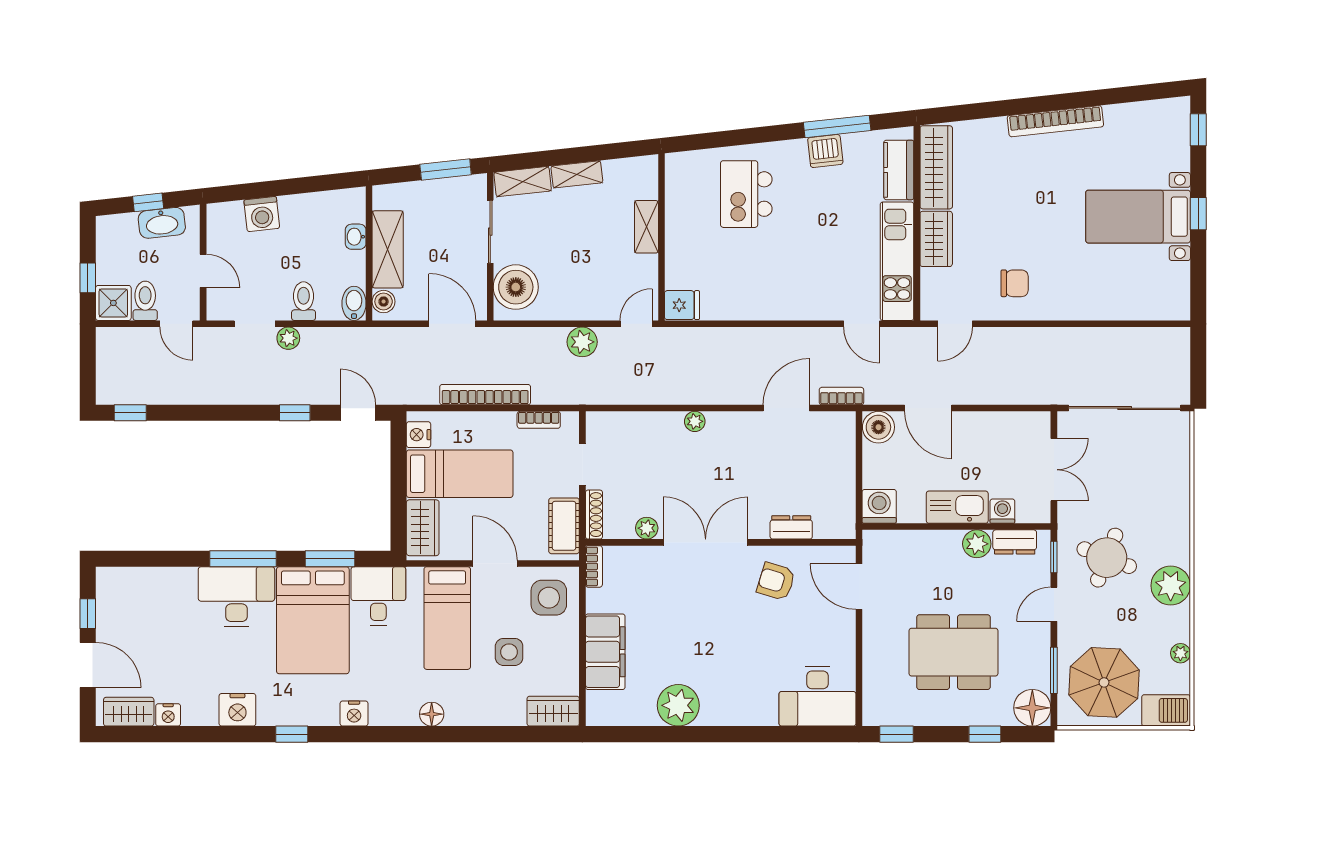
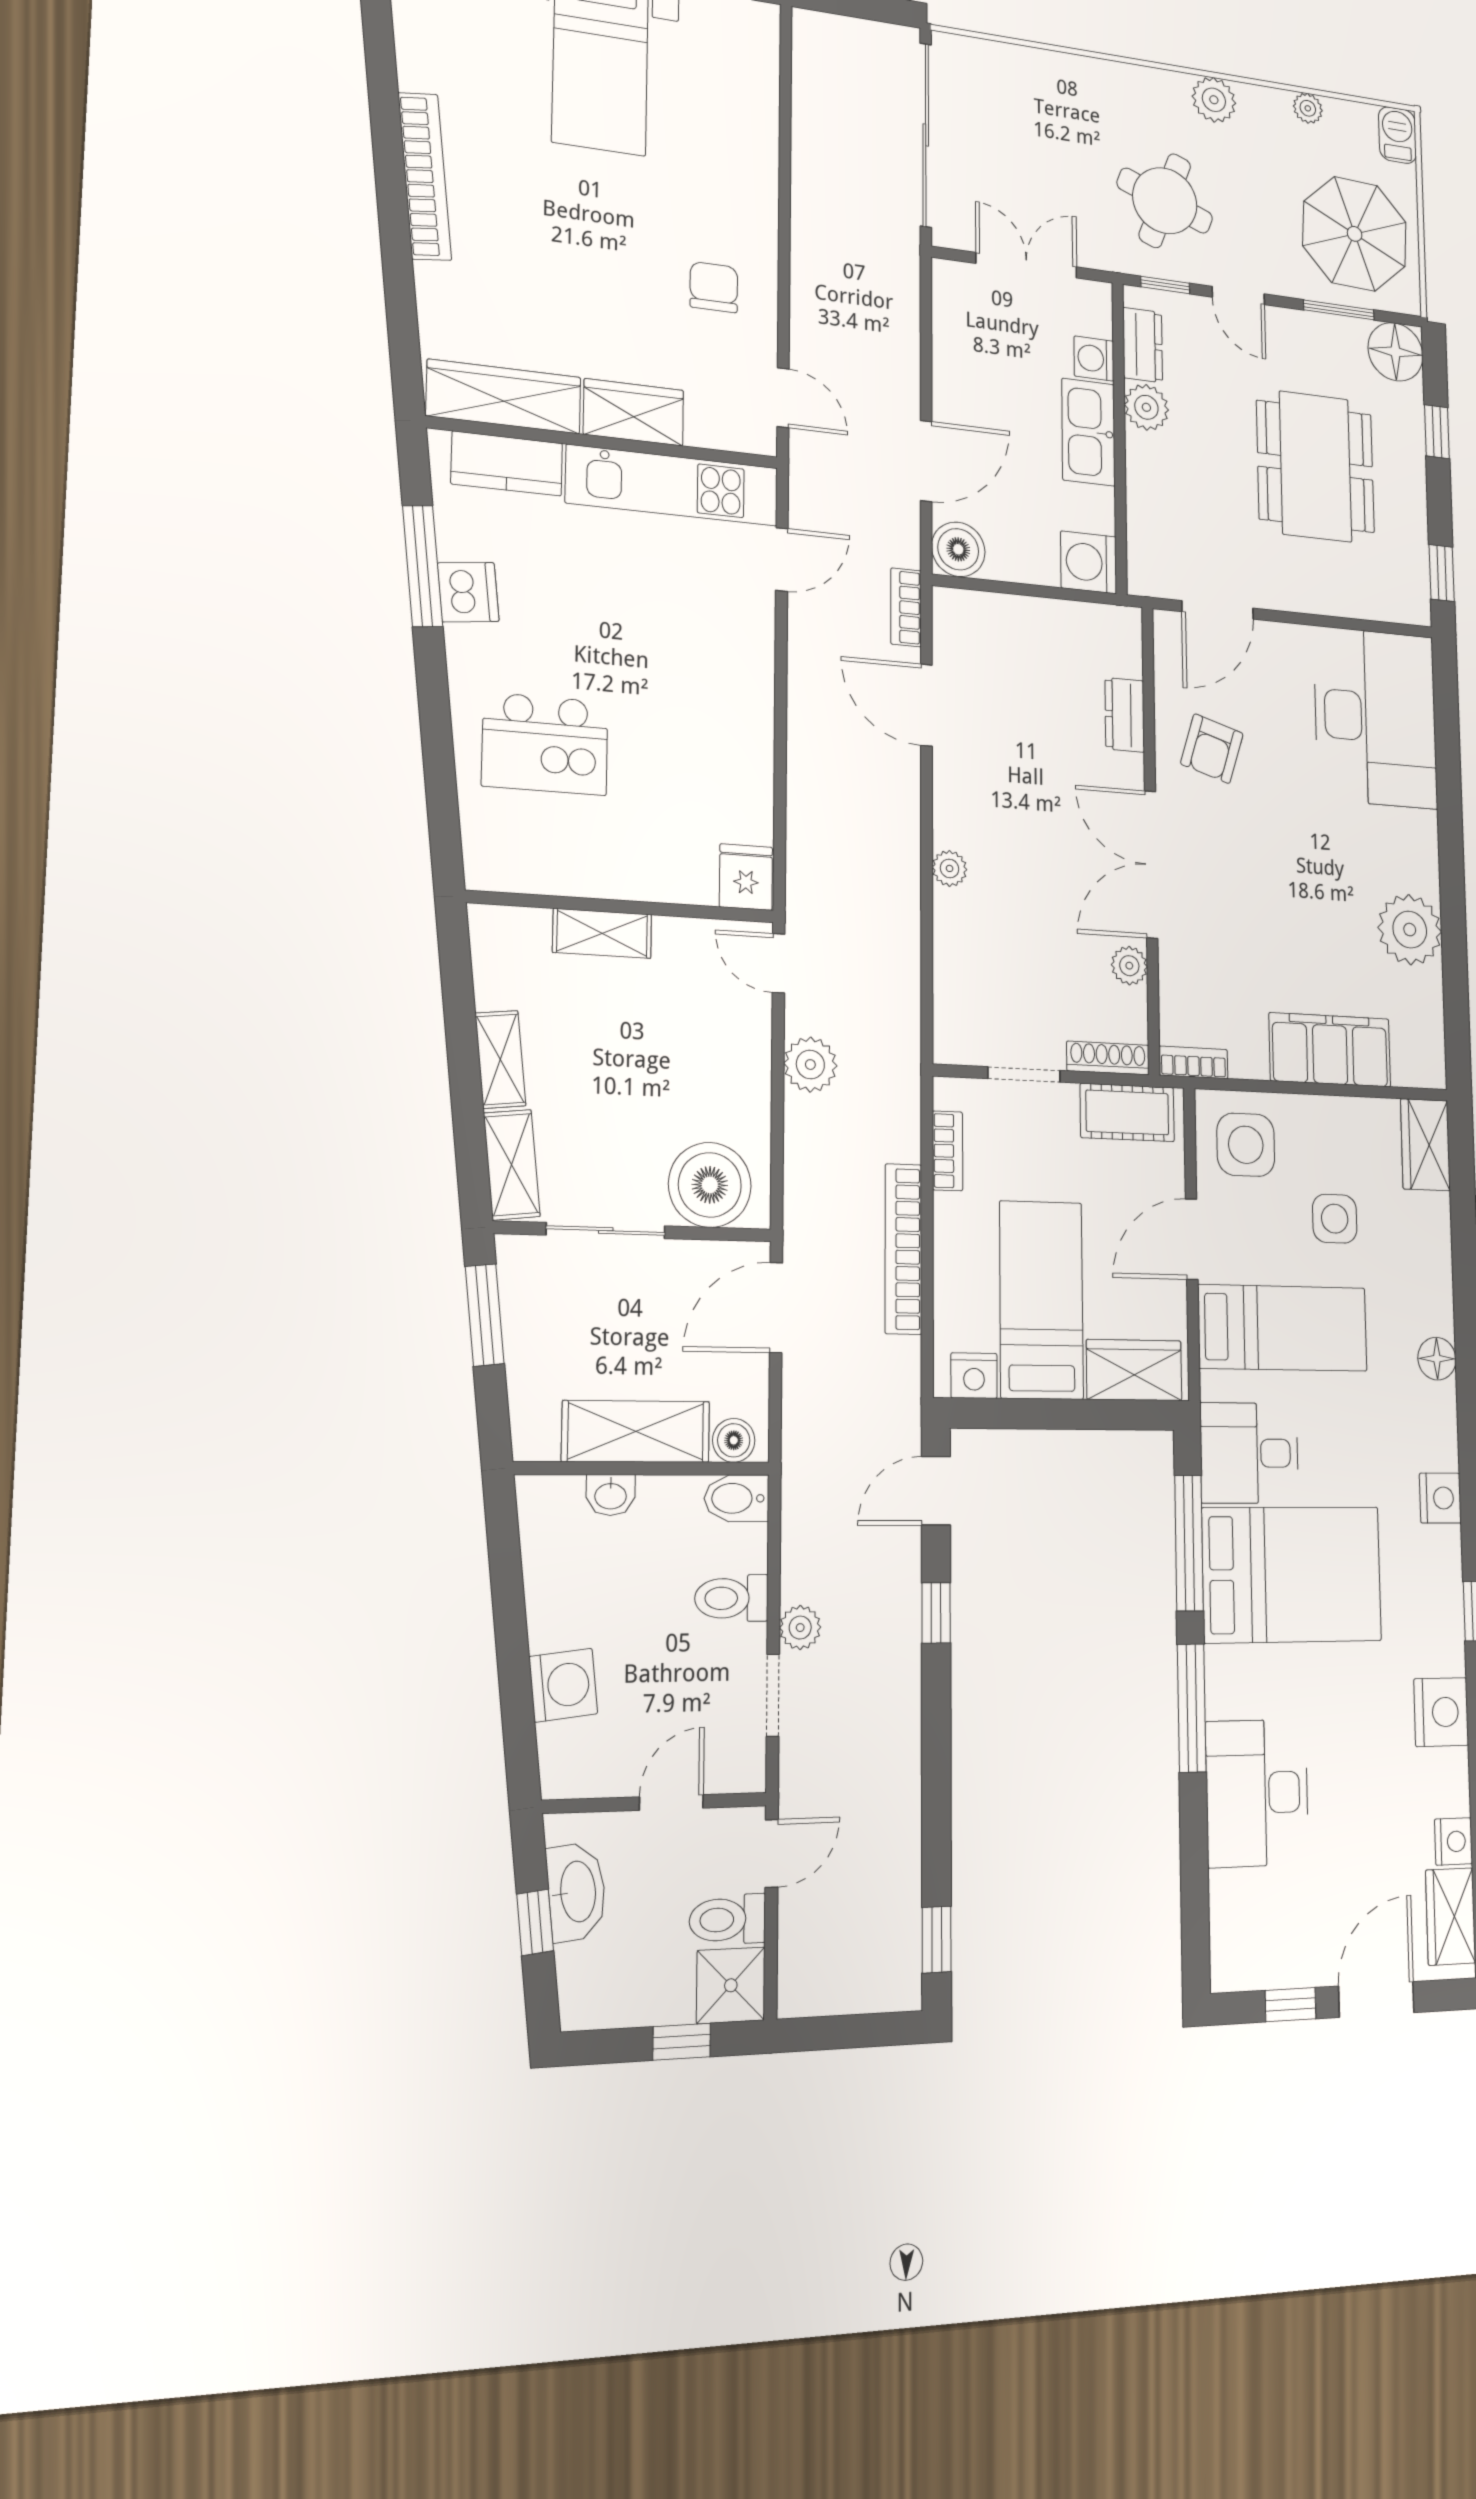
window: (330, 559) -> (1189, 1543), width x1.44
plant: (1171, 586) -> (1214, 100), width x0.73, depth x0.73
desk: (236, 597) -> (1257, 1793), moved
desk: (817, 696) -> (1376, 718), width x1.36, depth x1.30
barbecue: (1166, 710) -> (1397, 135), width x0.73, depth x0.79

